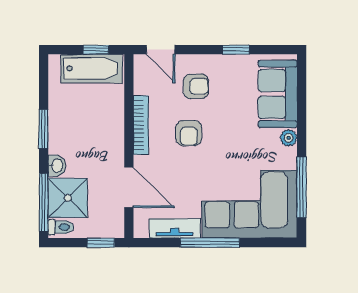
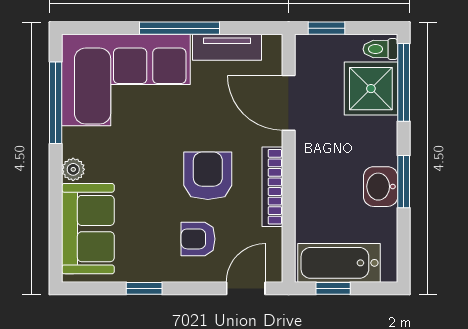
door: (161, 50) -> (246, 288), hinge flipped
armchair: (189, 133) -> (208, 176), width x1.38, depth x1.38
washbasin: (57, 166) -> (381, 187), moved, width x1.38, depth x1.45

